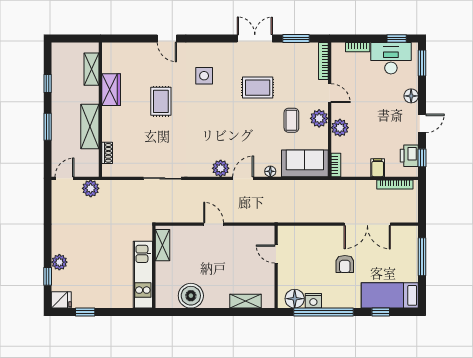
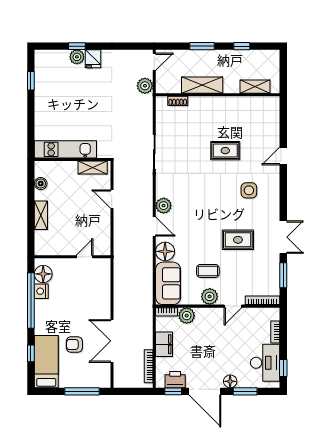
window: (422, 63) -> (245, 391), moved
rug: (258, 88) -> (238, 240), turned 90
wardrobe: (111, 90) -> (236, 105), removed
door: (422, 123) -> (205, 391), width x1.87
plant: (340, 128) -> (187, 316), moved
filing cabinet: (378, 168) -> (164, 344), width x2.00
floor lamp: (270, 171) -> (165, 251), width x1.89, depth x1.89
door: (65, 178) -> (154, 62), hinge flipped
door: (214, 224) -> (112, 199), swing flipped
shelving: (162, 245) -> (93, 168), moved
armchair: (345, 264) -> (74, 344), moved
wall: (154, 267) -> (73, 160), moved
kitchen unit: (143, 275) -> (65, 149), moved
window: (48, 276) -> (77, 46), moved
boiler: (191, 296) -> (41, 184), width x0.54, depth x0.54
fridge: (61, 300) -> (93, 59), moved
shelving: (246, 301) -> (41, 215), moved

